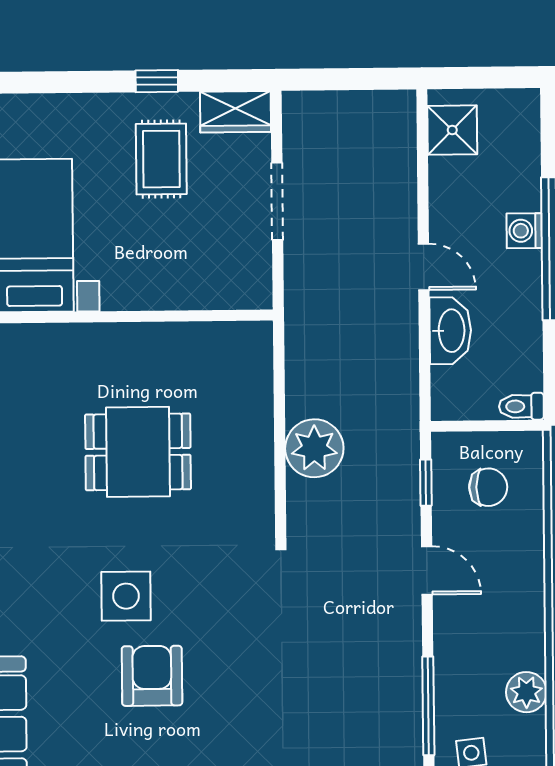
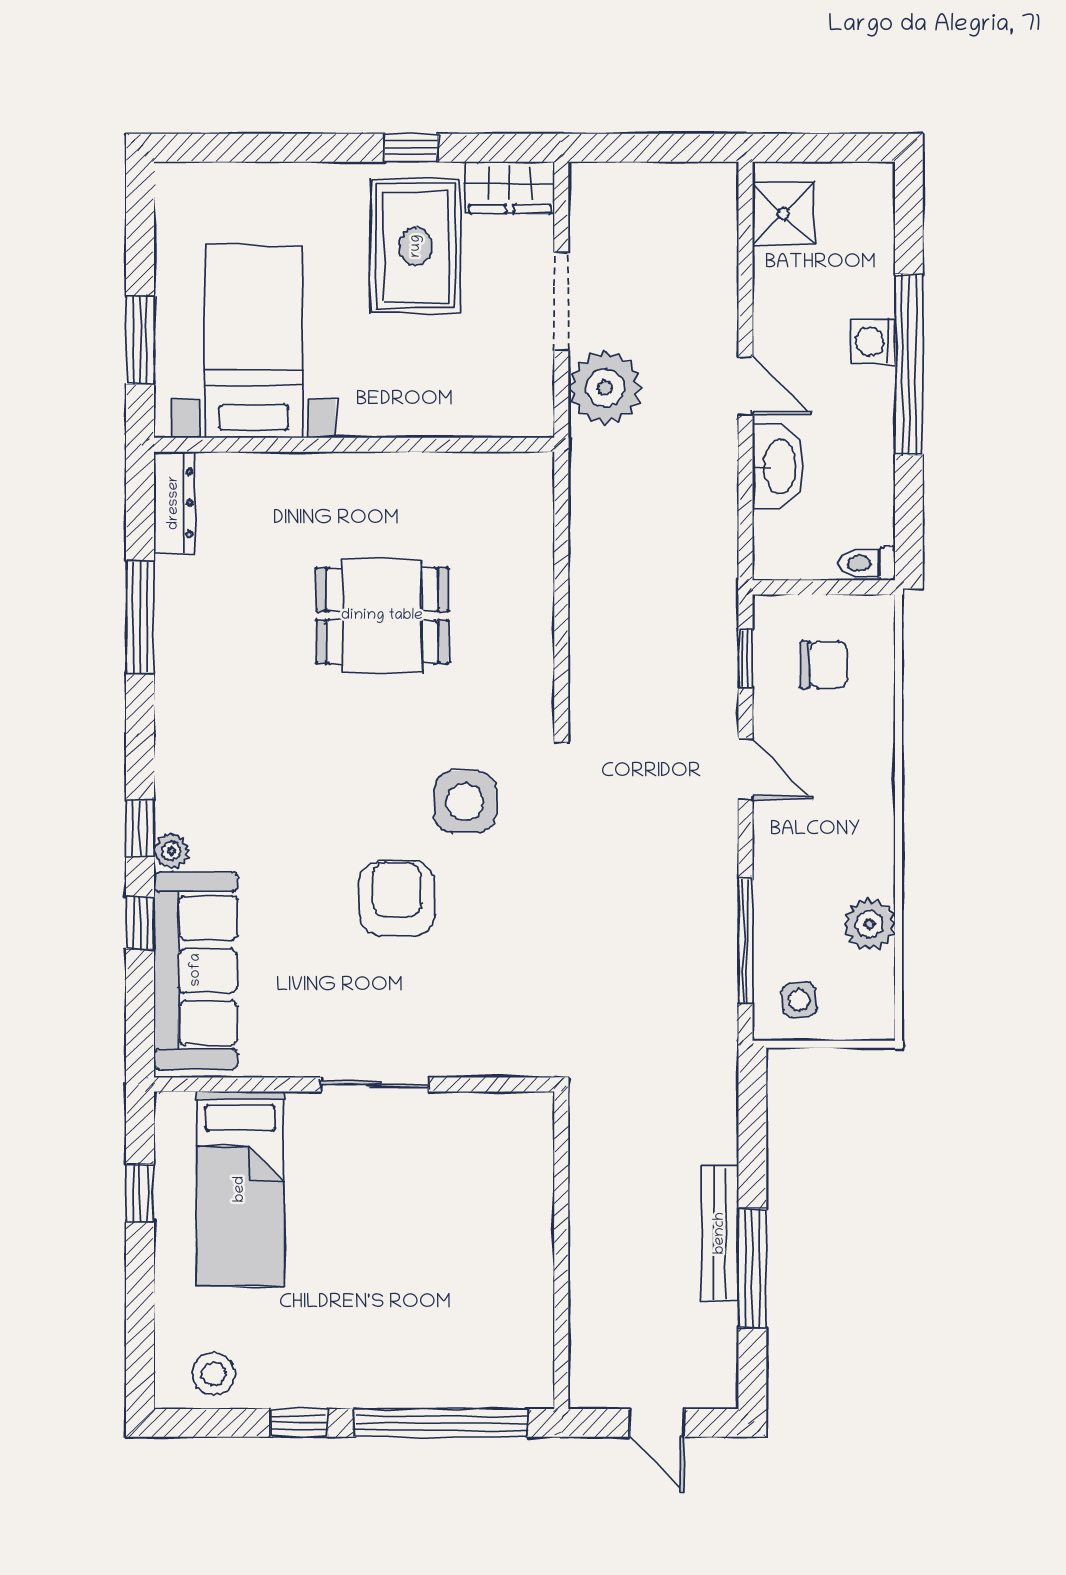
rug: (161, 159) -> (416, 246), width x1.36, depth x1.43
plant: (314, 448) -> (605, 388), moved
side table: (126, 596) -> (465, 802), moved

